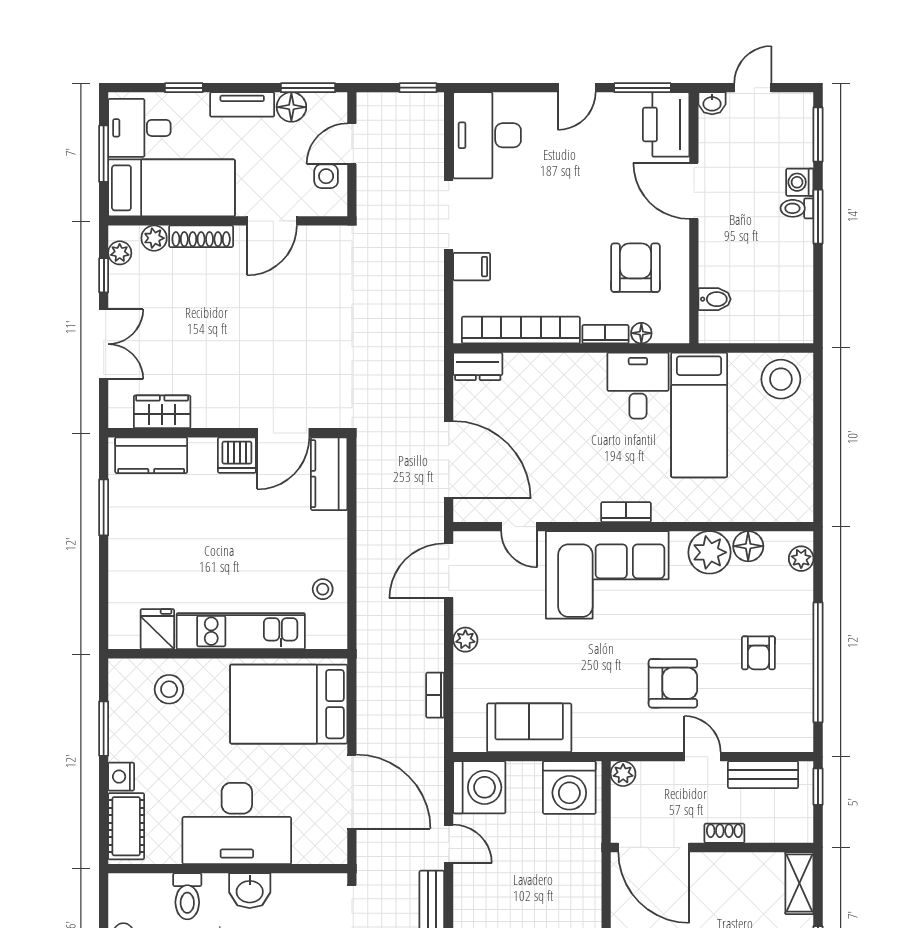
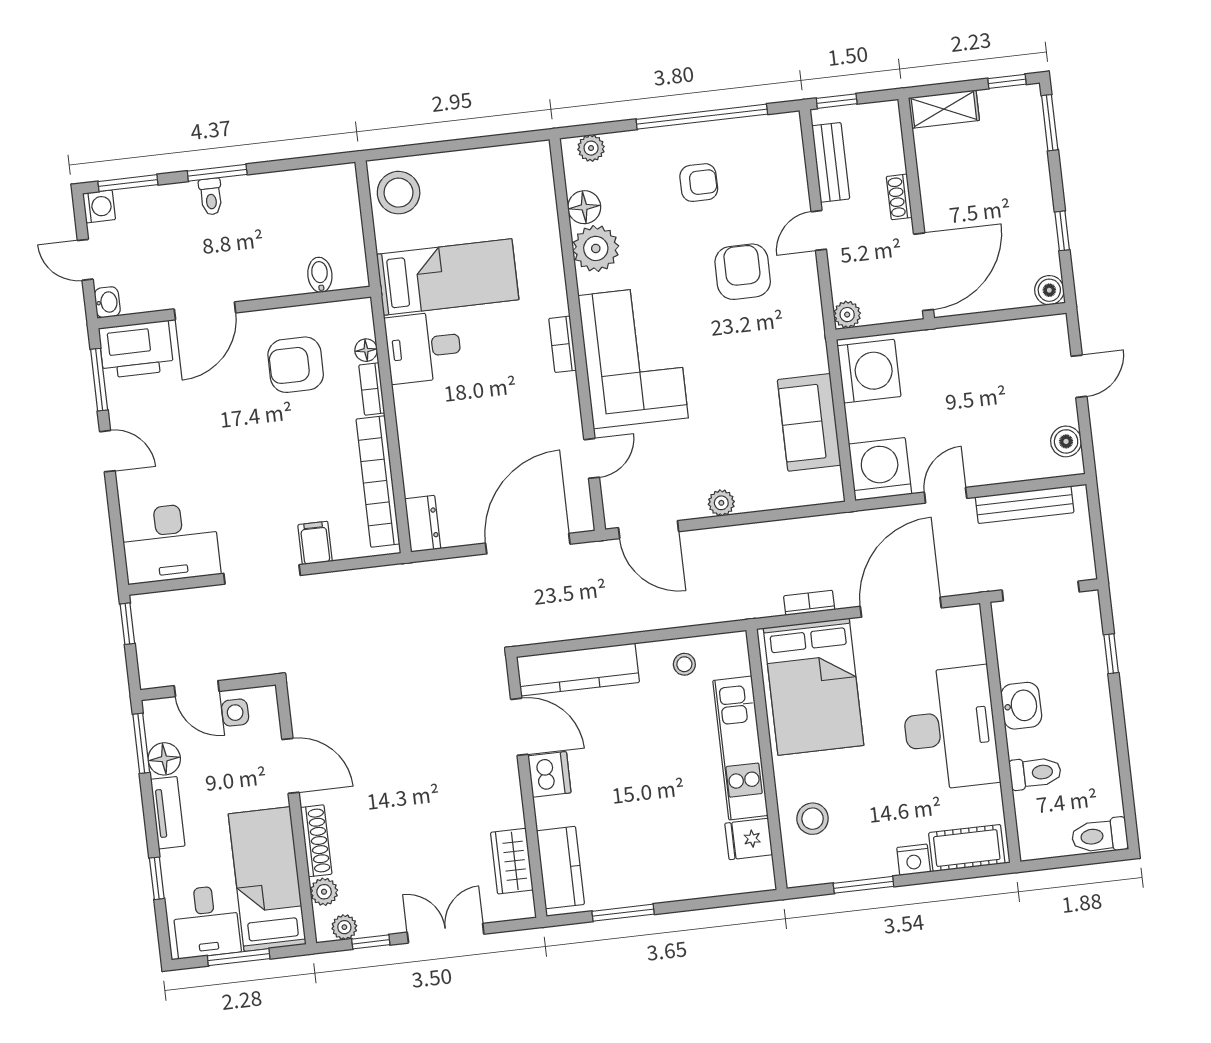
washing machine: (800, 182) -> (99, 206), moved, turned -90
kitchen counter: (329, 474) -> (578, 670), width x1.50
bookcase: (435, 695) -> (809, 603), moved, turned 180

